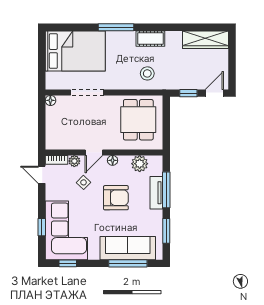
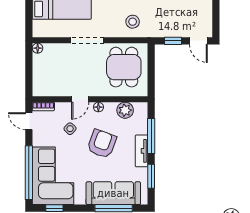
doorway: (87, 92) -> (87, 40), moved
door: (214, 93) -> (198, 41), swing flipped
plant: (74, 161) -> (61, 108), removed
tv unit: (156, 193) -> (142, 151), moved
armchair: (116, 198) -> (102, 144), turned -70
window: (42, 227) -> (29, 173), width x3.17

